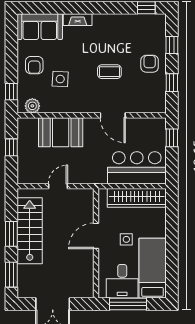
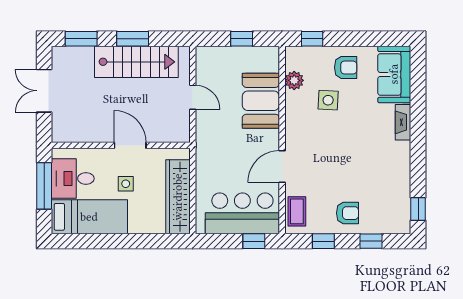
armchair: (34, 65) -> (346, 67), turned 180
coffee table: (109, 72) -> (297, 211), moved
plant: (32, 106) -> (294, 80), moved
bar counter: (137, 168) -> (242, 213), moved, turned -90

